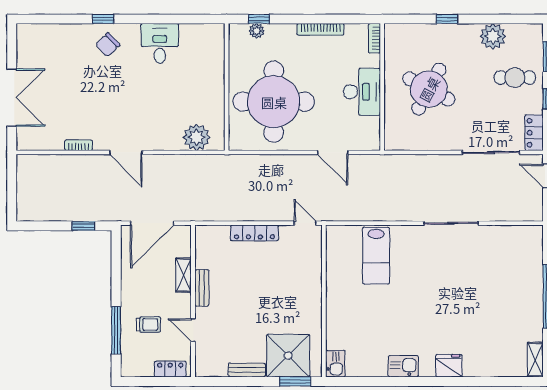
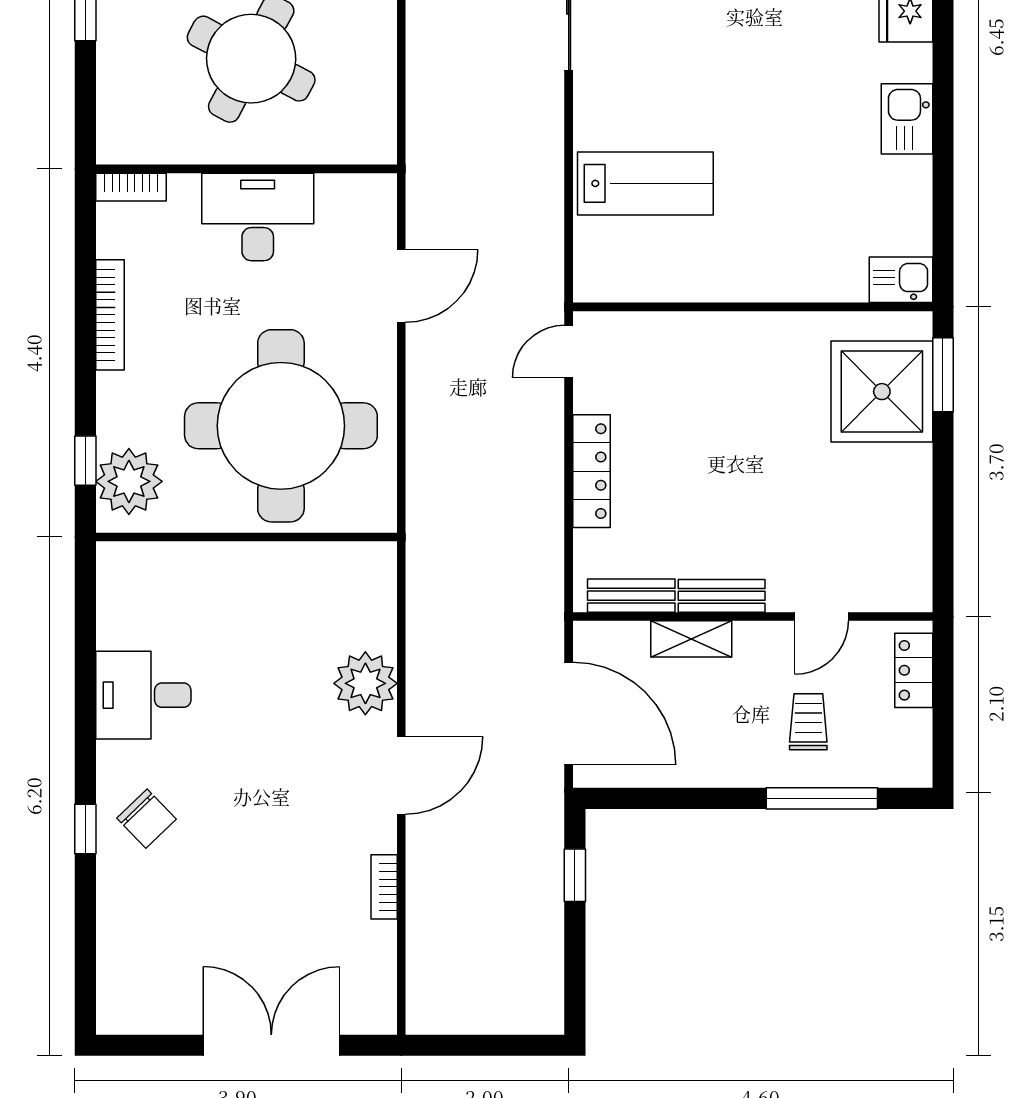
plant: (257, 31) -> (129, 481), width x1.88, depth x1.88
plant: (197, 137) -> (365, 683), moved
bench: (247, 370) -> (631, 596), moved, turned 90

